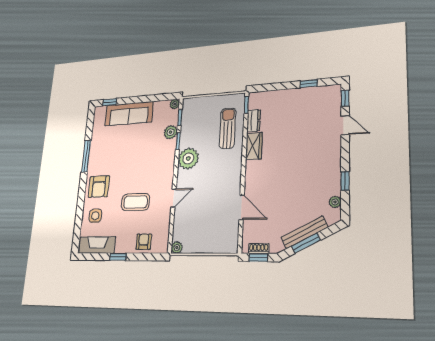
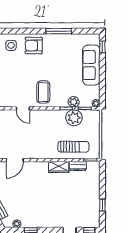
plant: (188, 159) -> (74, 118), moved
coffee table: (135, 202) -> (43, 92), moved

